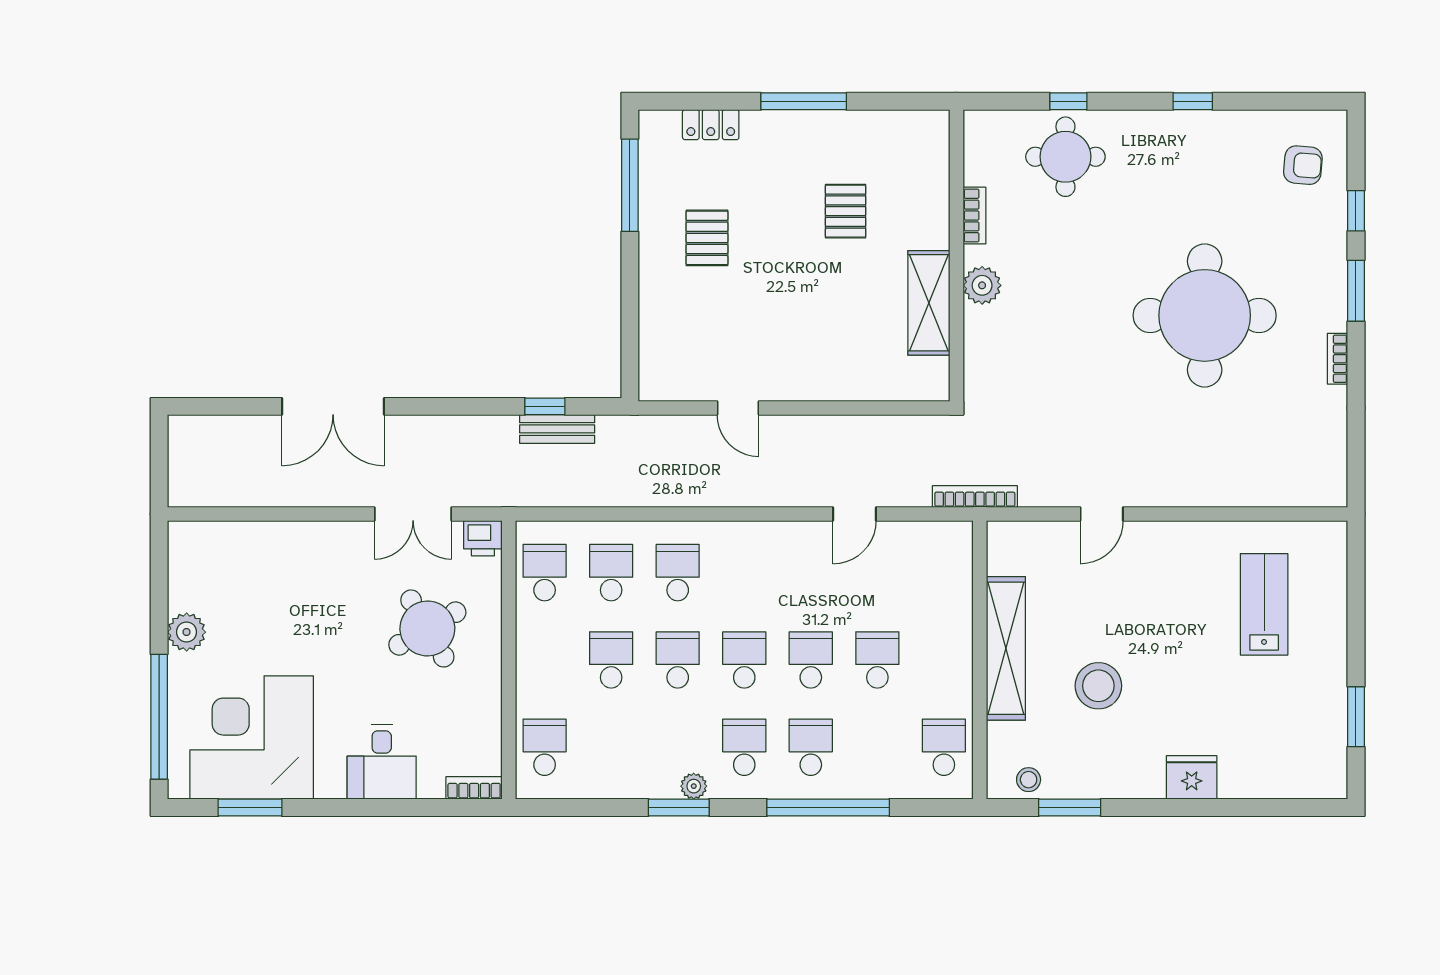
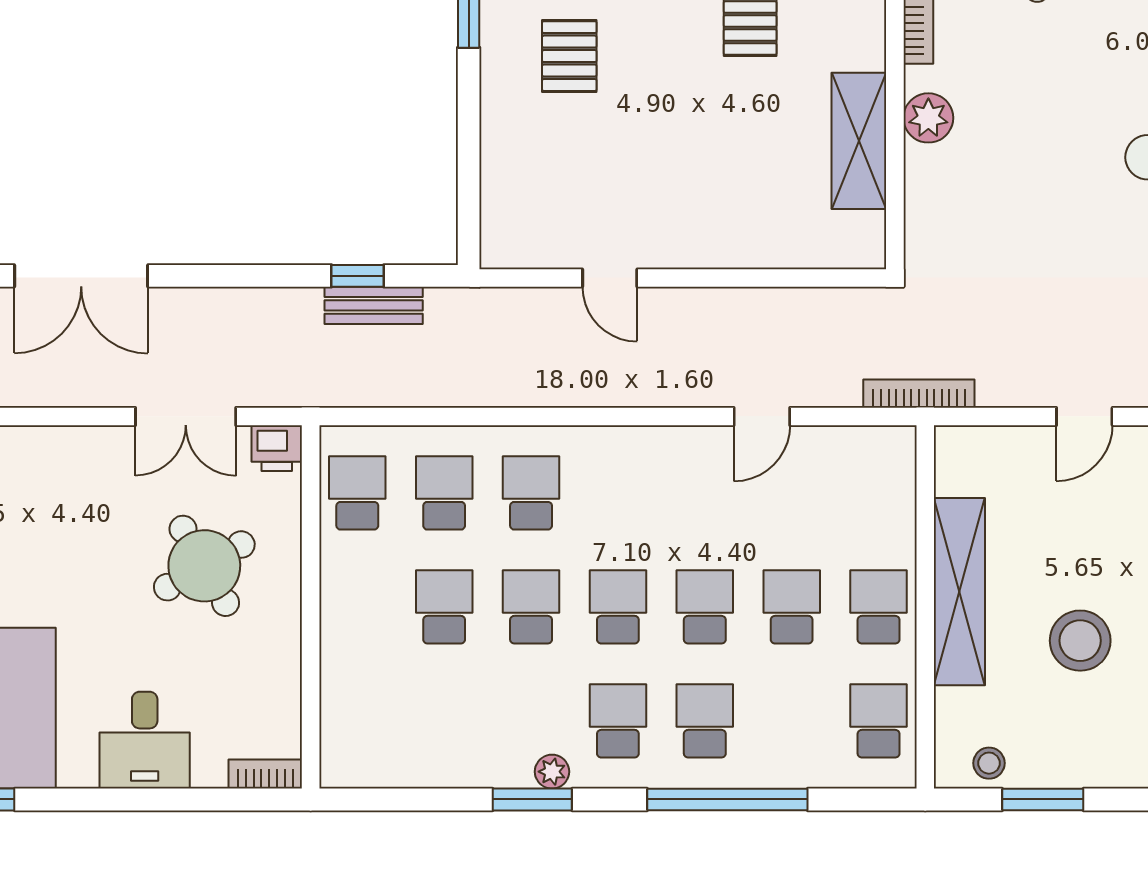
school desk: (545, 747) -> (879, 607), moved

